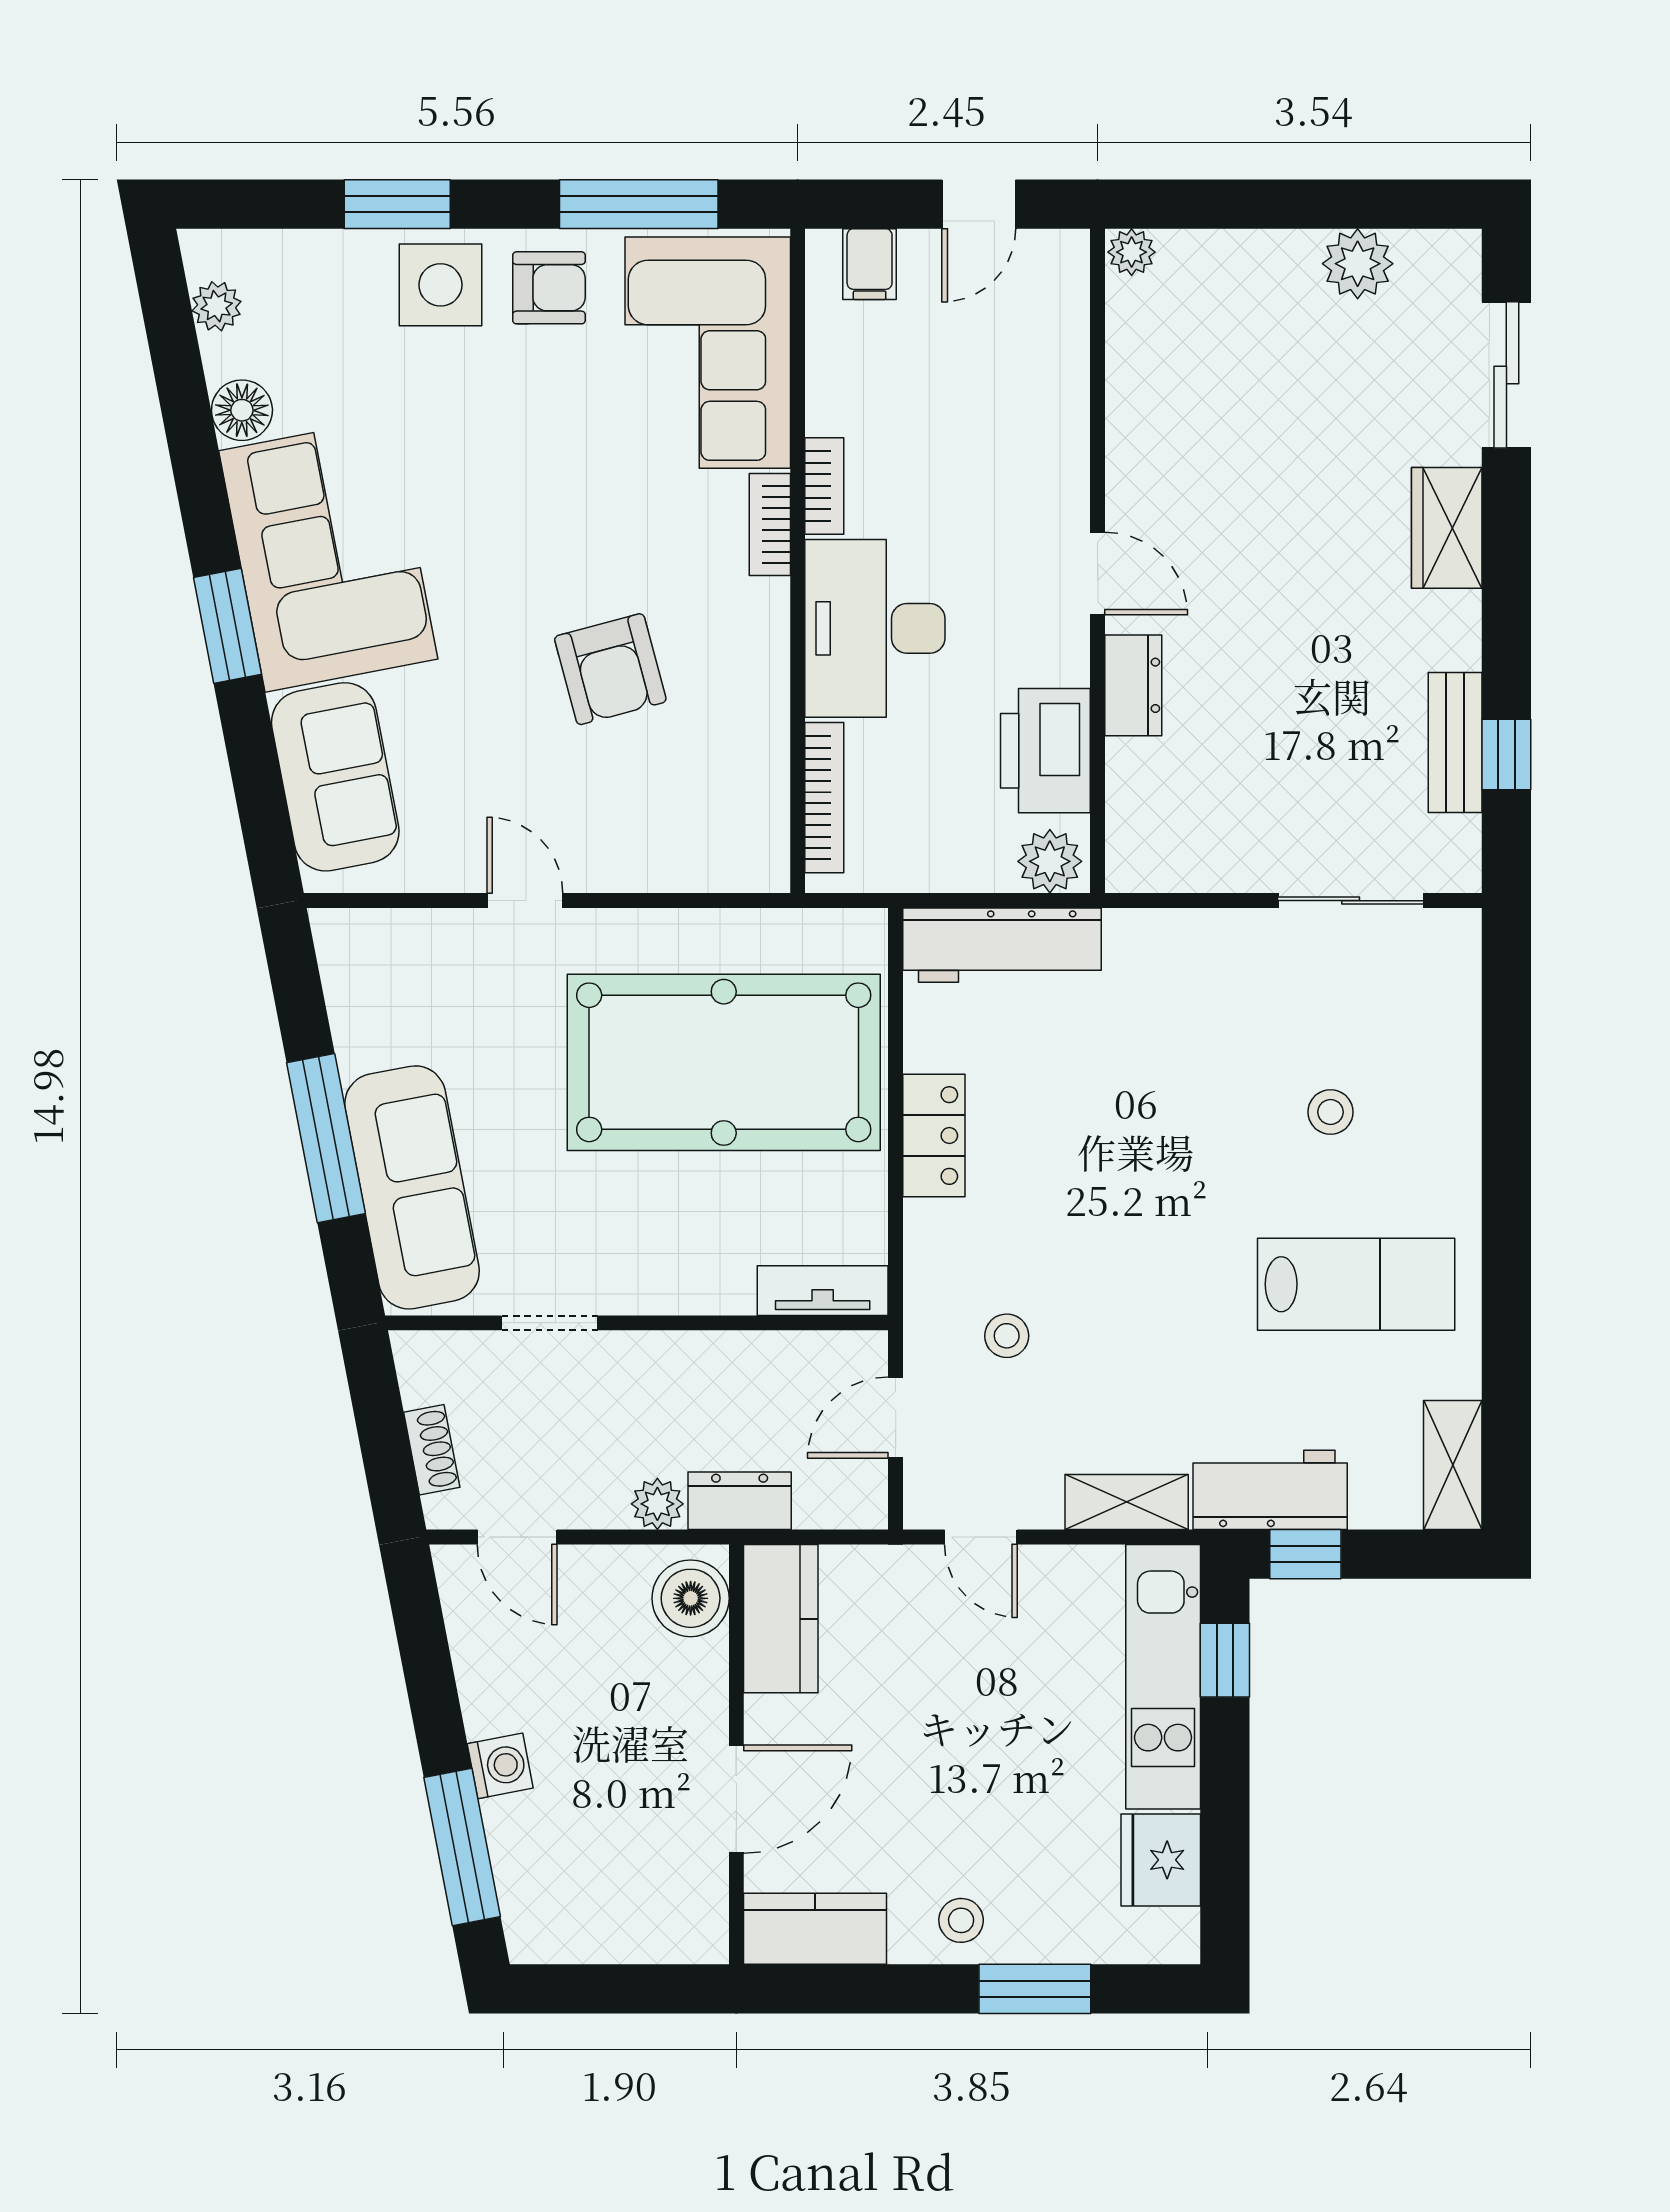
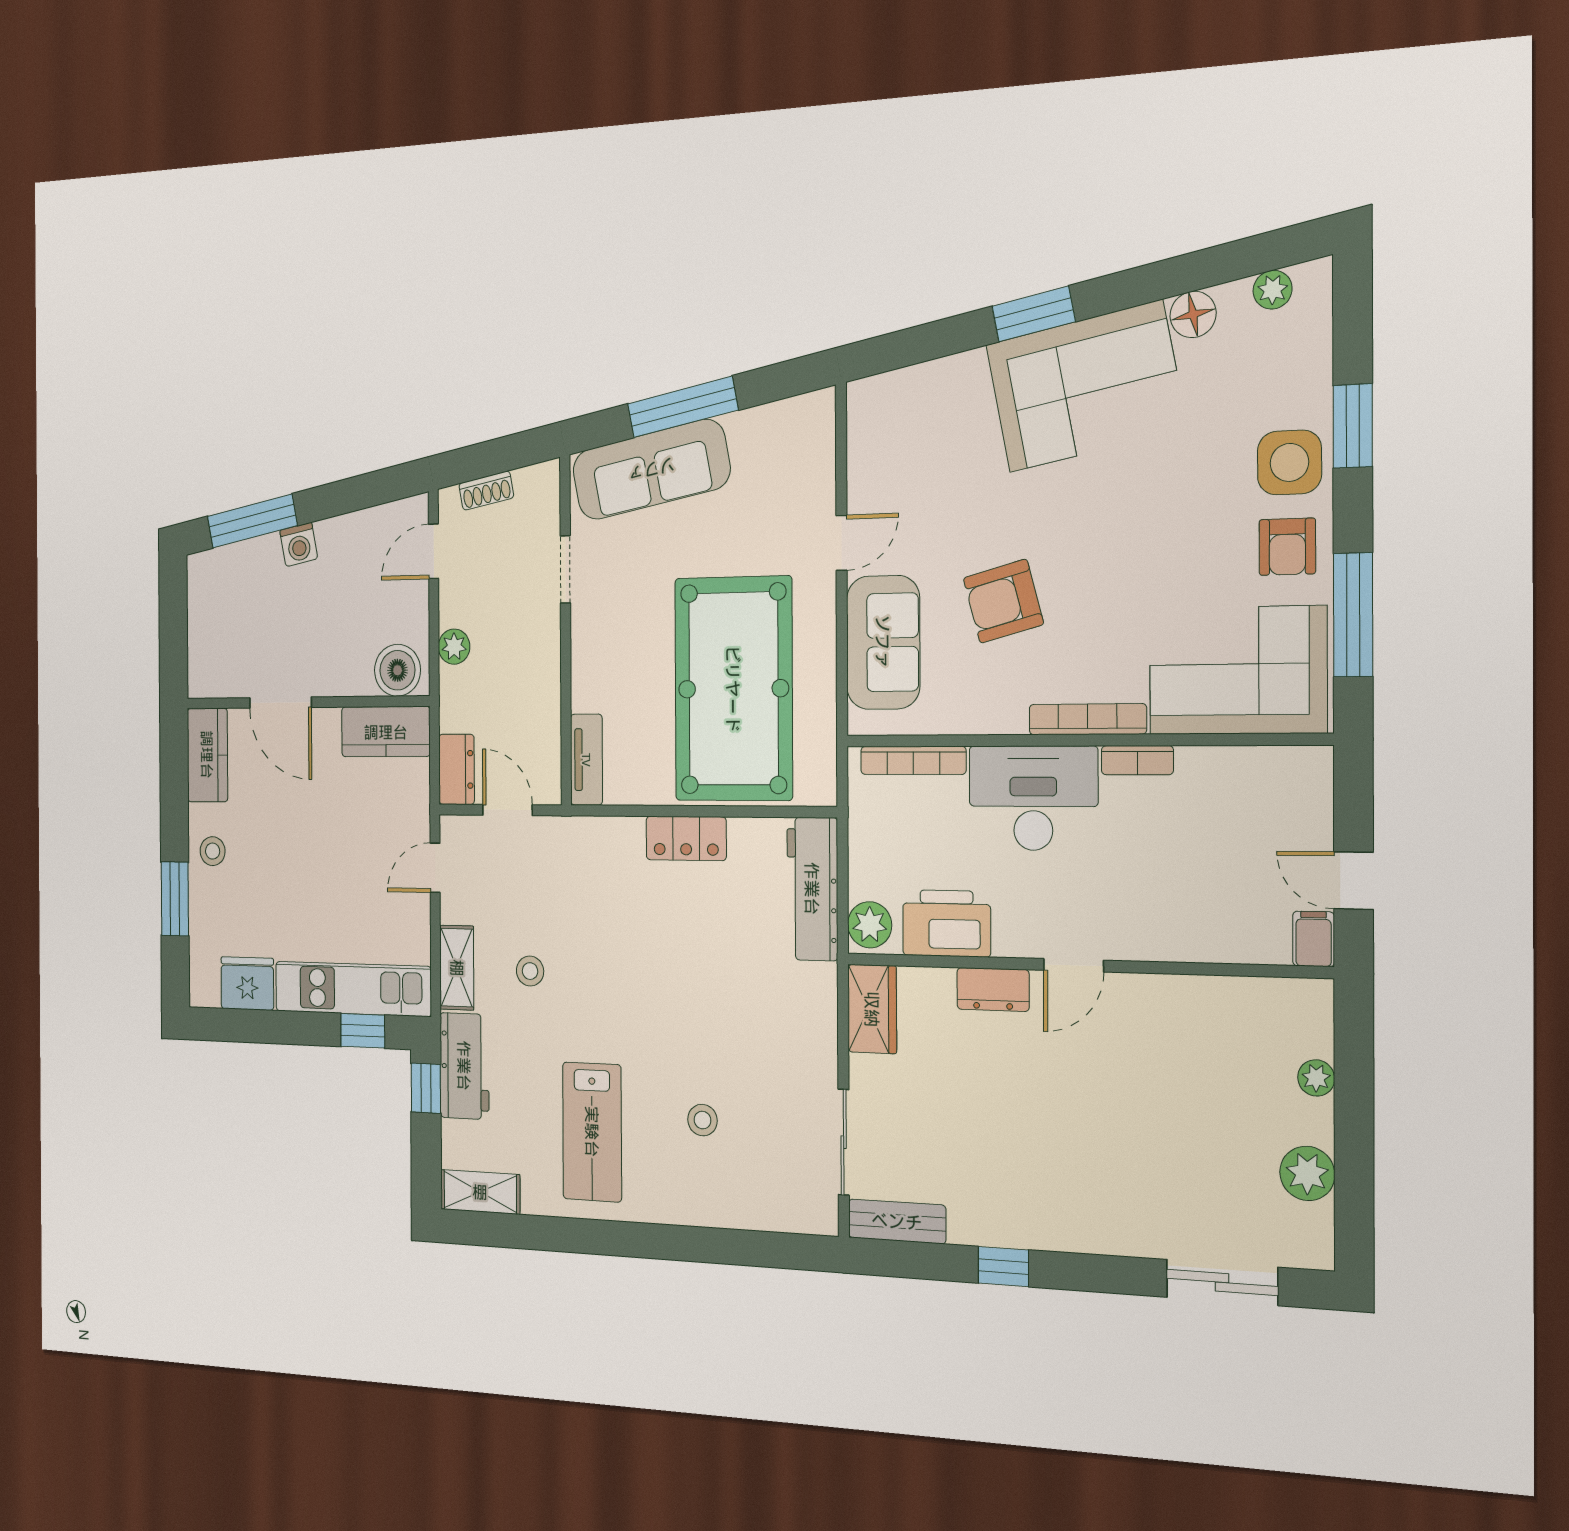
plant: (1132, 252) -> (1316, 1078), moved
filing cabinet: (870, 264) -> (1314, 939), moved, turned 90
bookcase: (770, 524) -> (1088, 719), width x1.56
wardrobe: (1447, 528) -> (872, 1009), moved, turned 90
bench: (1455, 742) -> (897, 1221), moved
window: (1506, 754) -> (1003, 1267), moved
sofa: (335, 777) -> (883, 642), moved, turned -79
stool: (1007, 1336) -> (530, 971), moved
dresser: (740, 1501) -> (457, 769), moved

